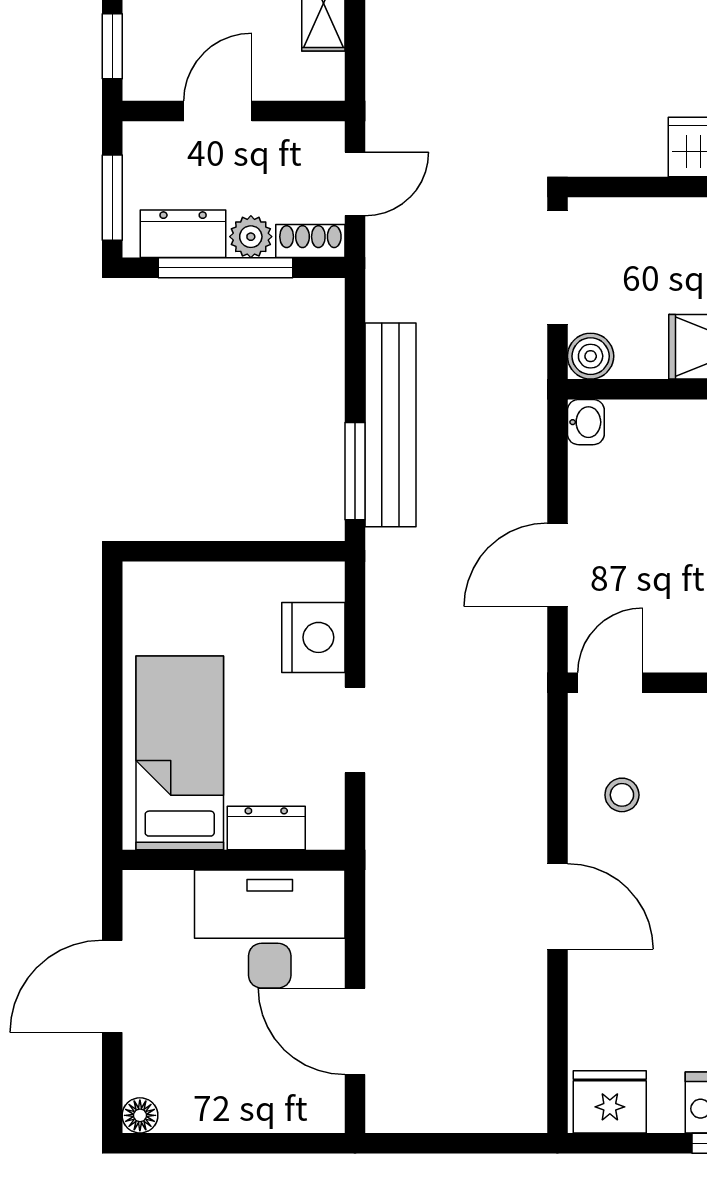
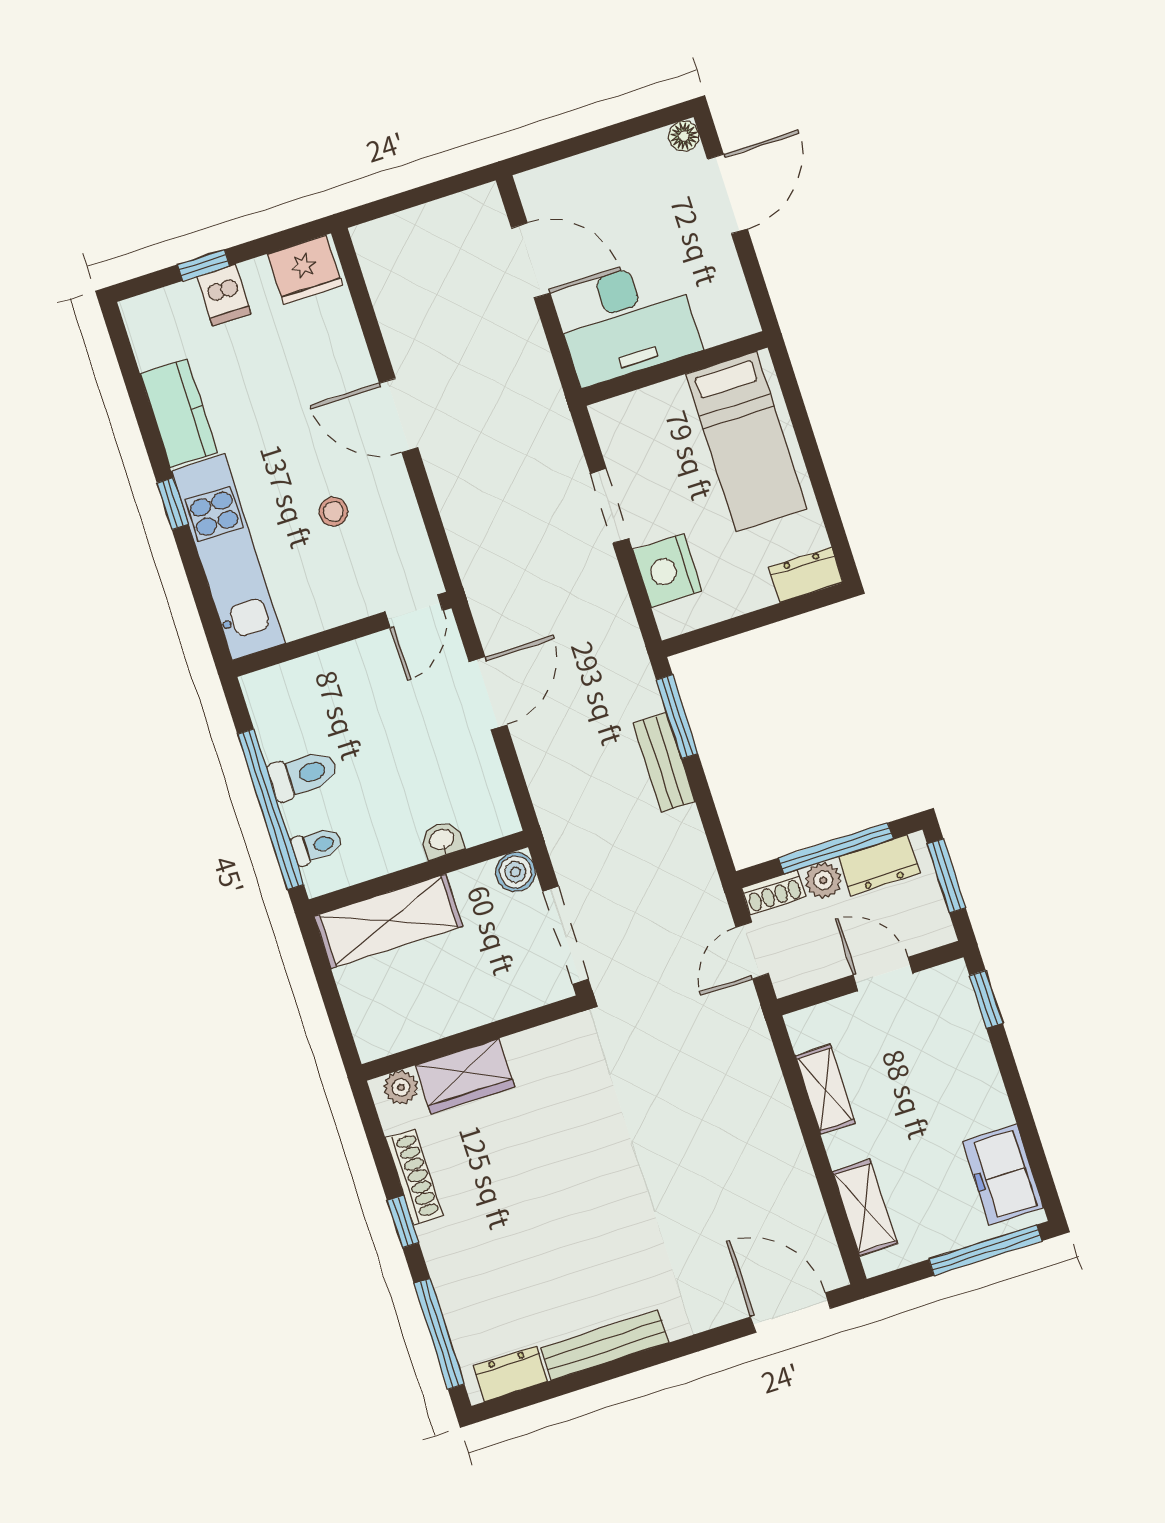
door: (218, 111) -> (883, 974), swing flipped
washbasin: (586, 422) -> (442, 840), moved, turned 90
bench: (391, 425) -> (664, 762), width x0.54, depth x0.82
stool: (622, 795) -> (333, 512), moved
dresser: (266, 828) -> (806, 575), moved, turned 180
door: (112, 986) -> (727, 194), moved

